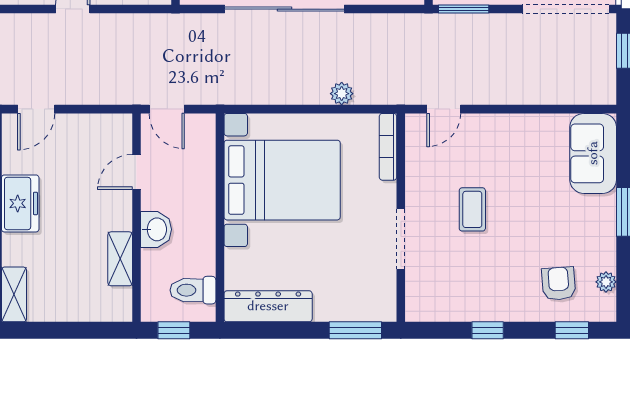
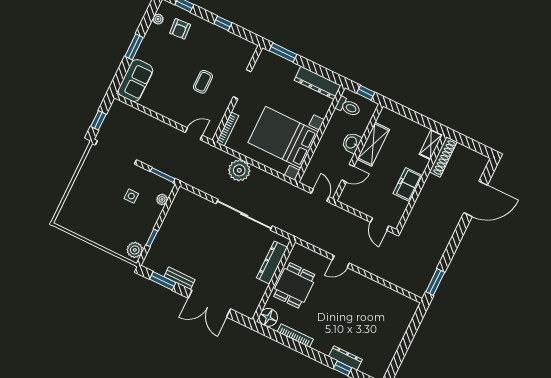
plant: (342, 94) -> (239, 170), width x1.88, depth x1.88
door: (36, 109) -> (380, 224), swing flipped
shelving: (120, 259) -> (373, 144), width x1.50, depth x1.33

